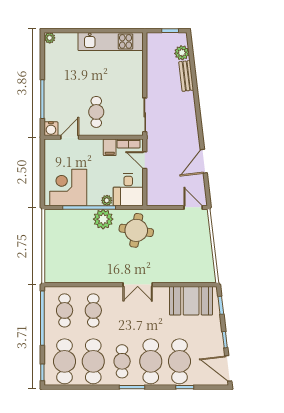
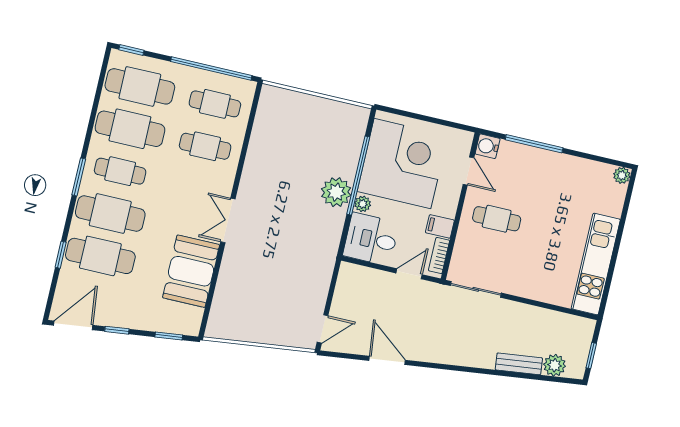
corner desk: (68, 187) -> (402, 164), width x1.36, depth x1.36
round table: (136, 230) -> (308, 237), removed
booth: (191, 301) -> (191, 271), moved

